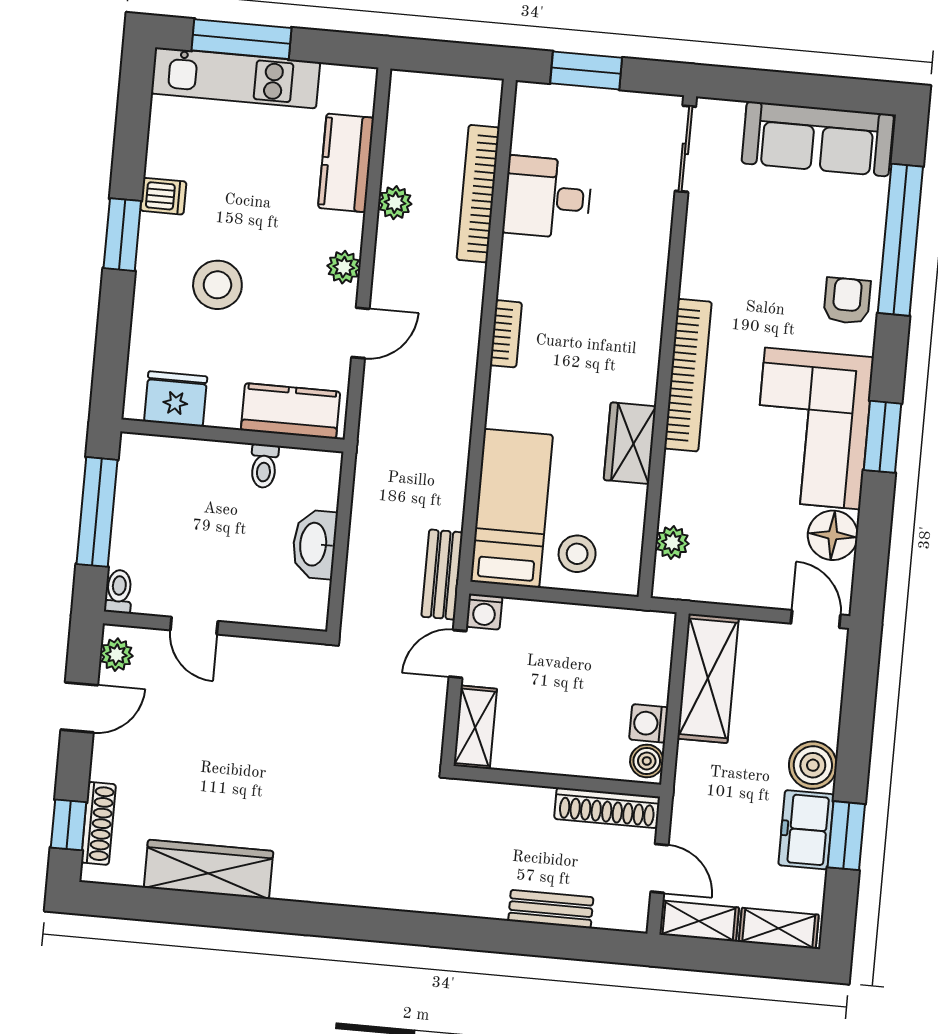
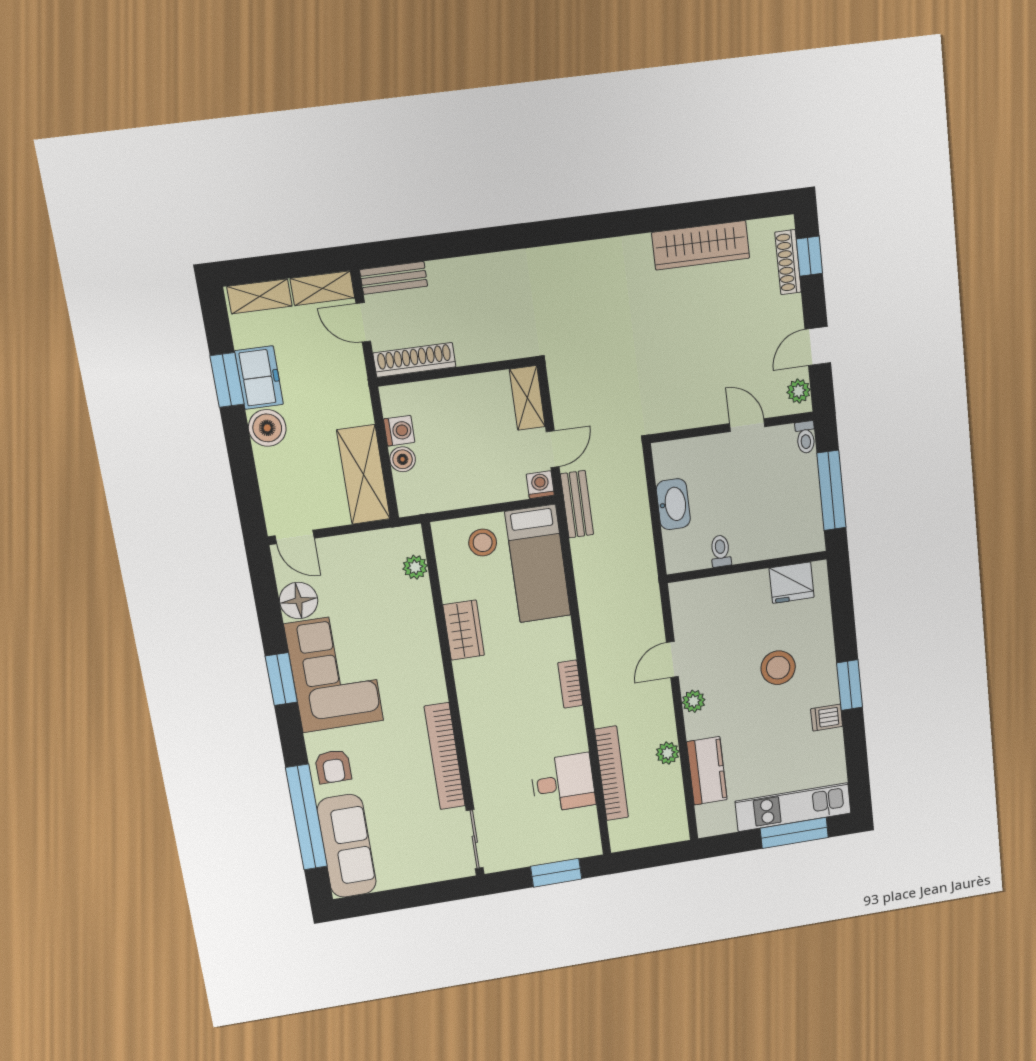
sofa: (818, 139) -> (347, 846), moved, turned 90
bookcase: (688, 375) -> (445, 756), moved
kitchen counter: (291, 411) -> (710, 594), removed
boiler: (647, 761) -> (403, 459), moved
bench: (551, 909) -> (394, 278), moved

